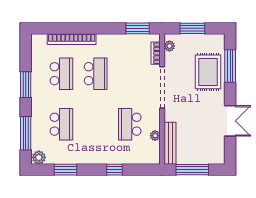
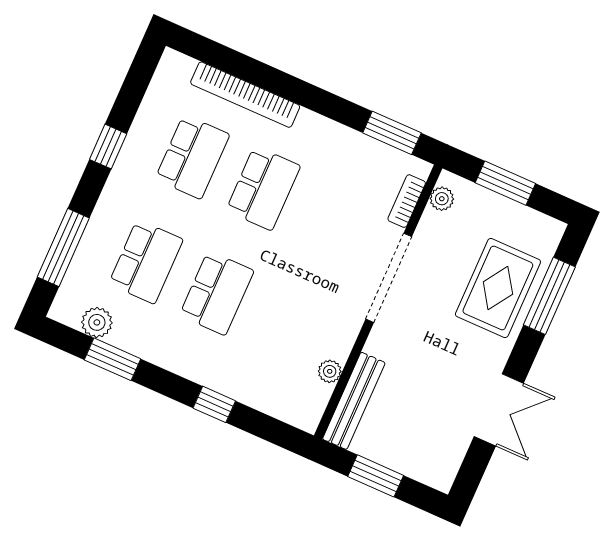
window: (26, 85) -> (108, 147), width x0.67
school desk: (130, 124) -> (217, 293), moved, turned 180
plant: (39, 157) -> (97, 322), moved
window: (192, 170) -> (376, 476), width x0.69

